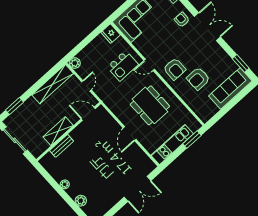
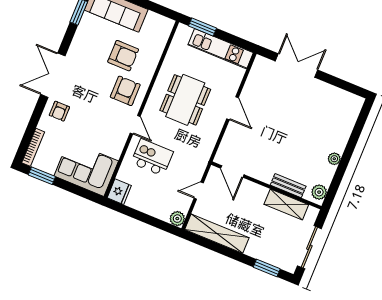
shelving: (58, 131) -> (286, 205), moved
door: (130, 134) -> (232, 108), hinge flipped
plant: (81, 201) -> (319, 192), moved

